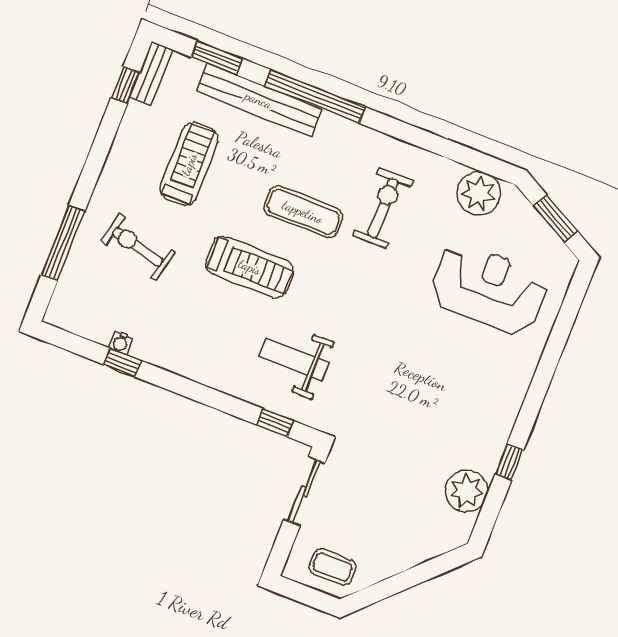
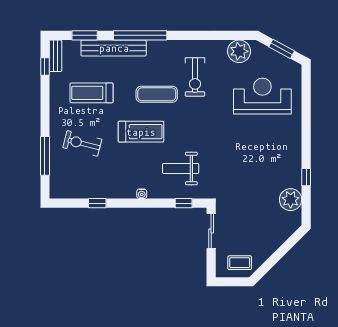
treadmill: (189, 164) -> (92, 93), turned -90
exercise bike: (383, 208) -> (195, 77), turned 180
water cooler: (121, 343) -> (142, 194), moved

